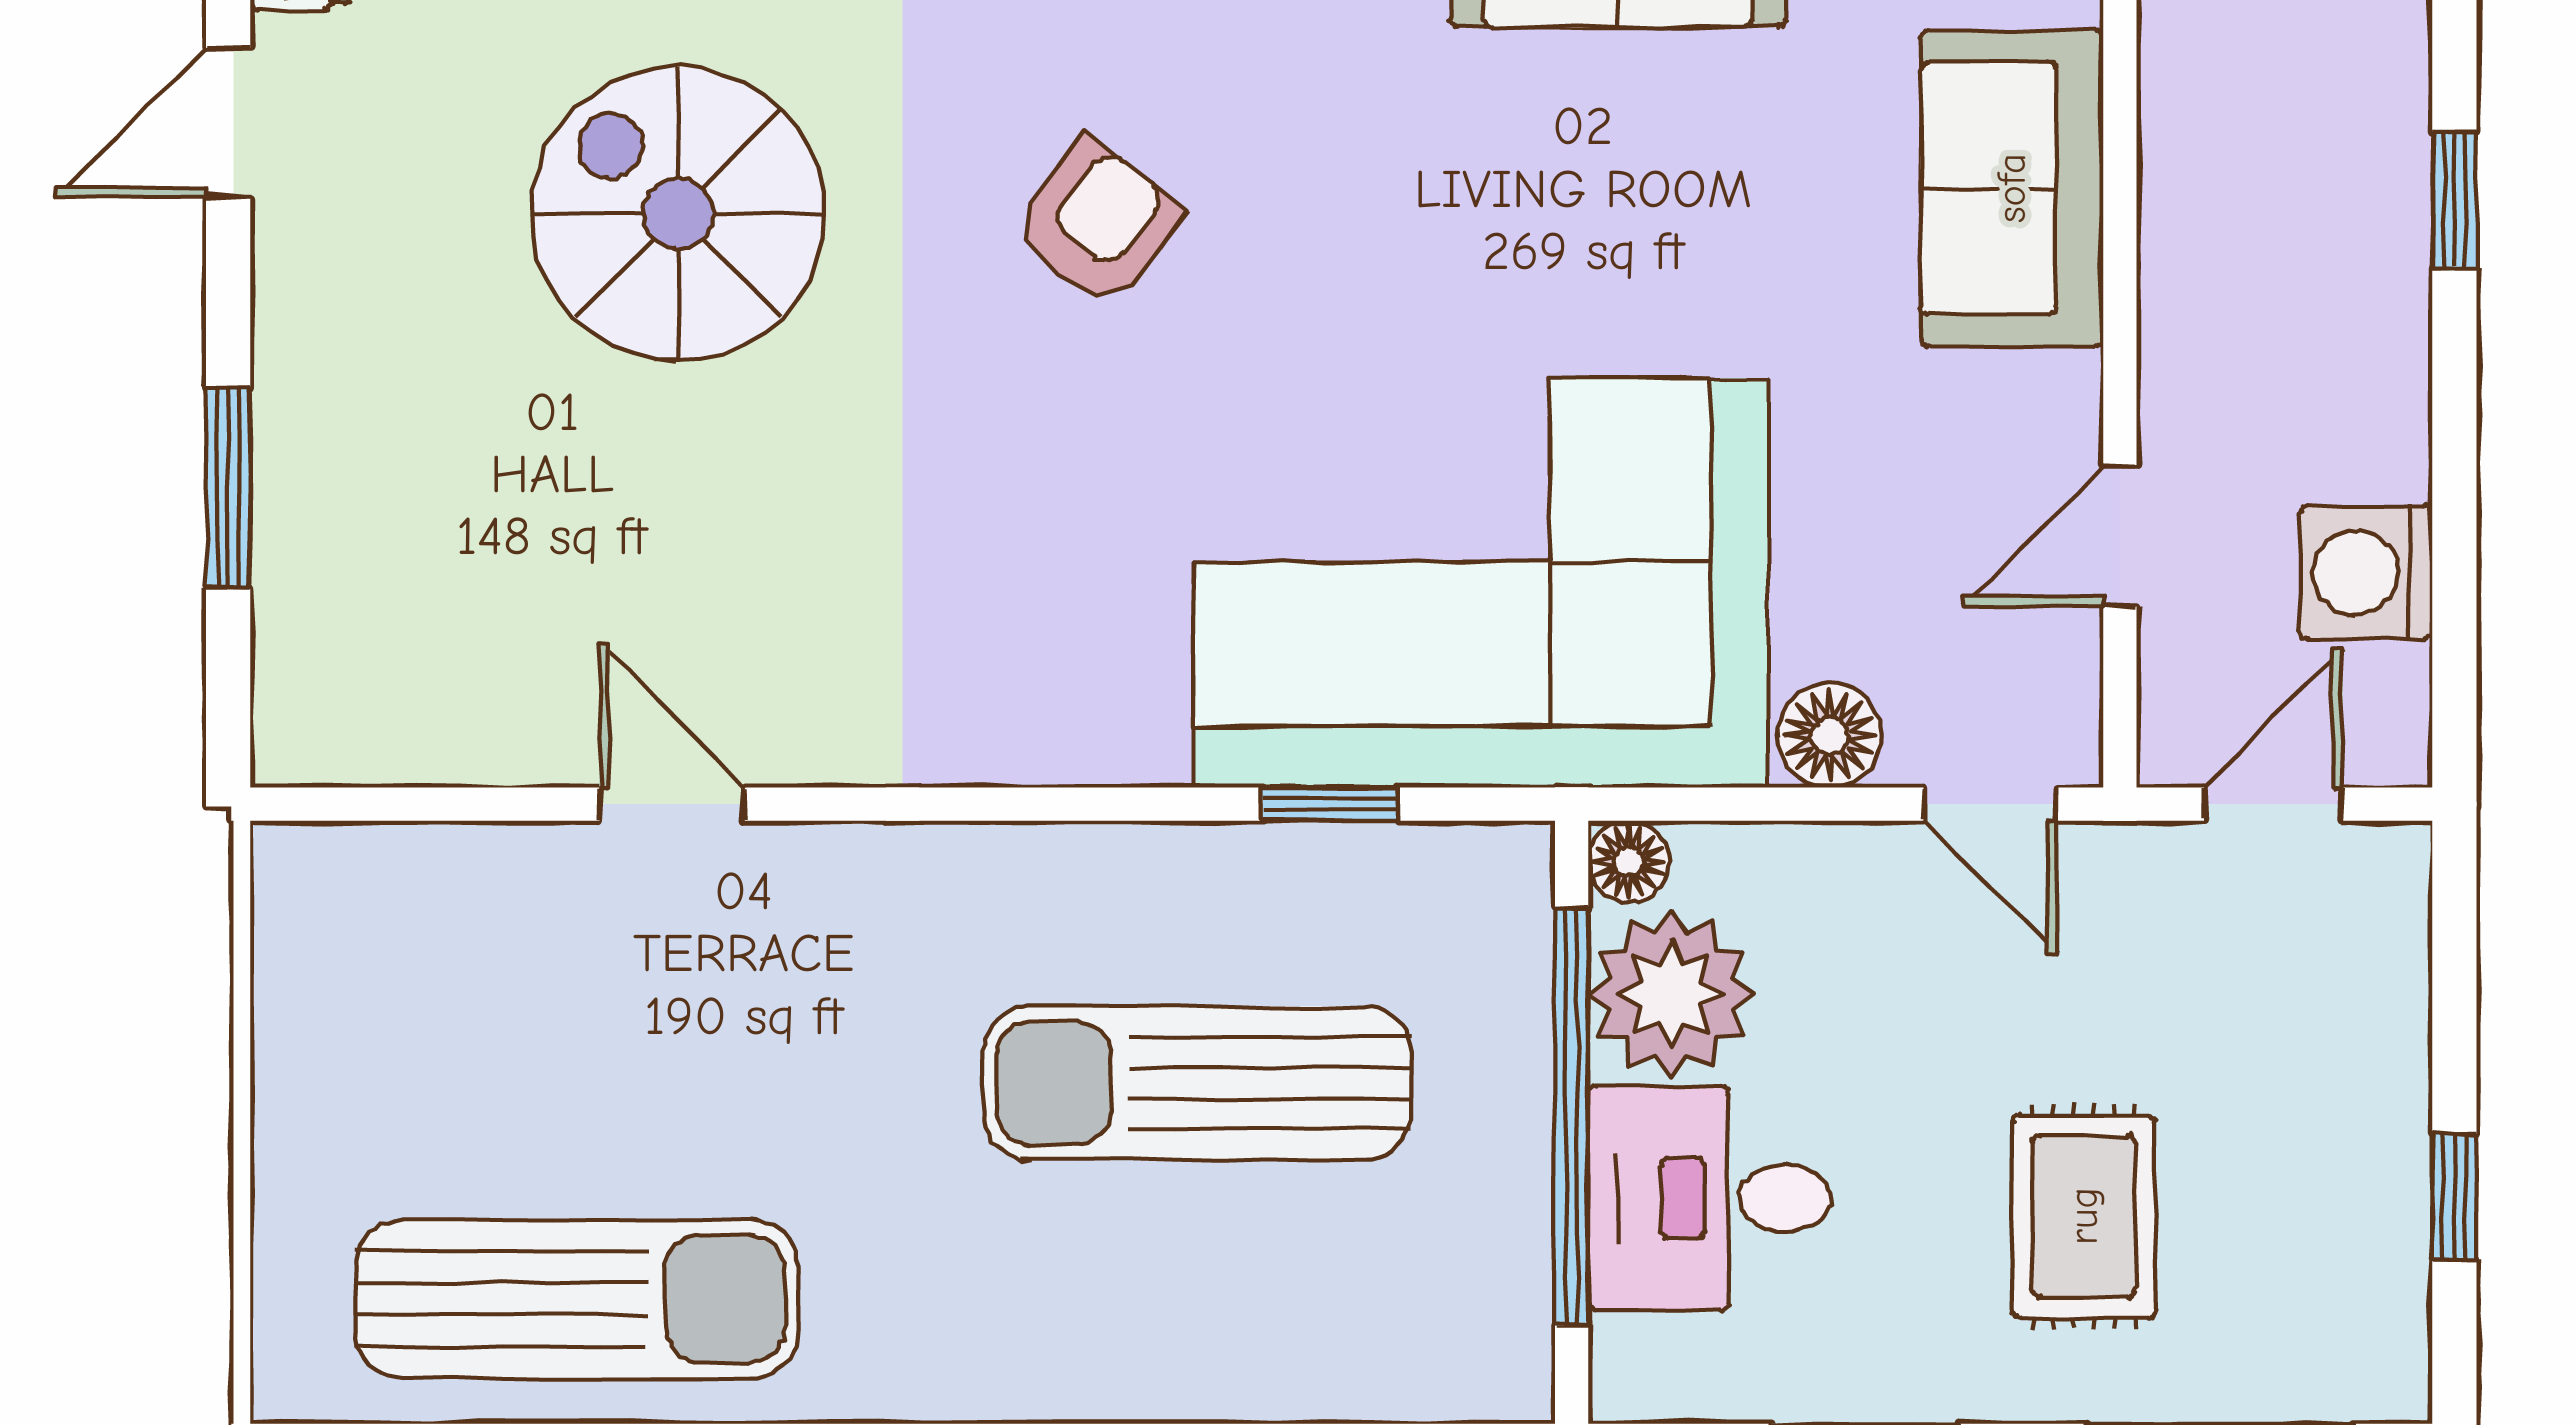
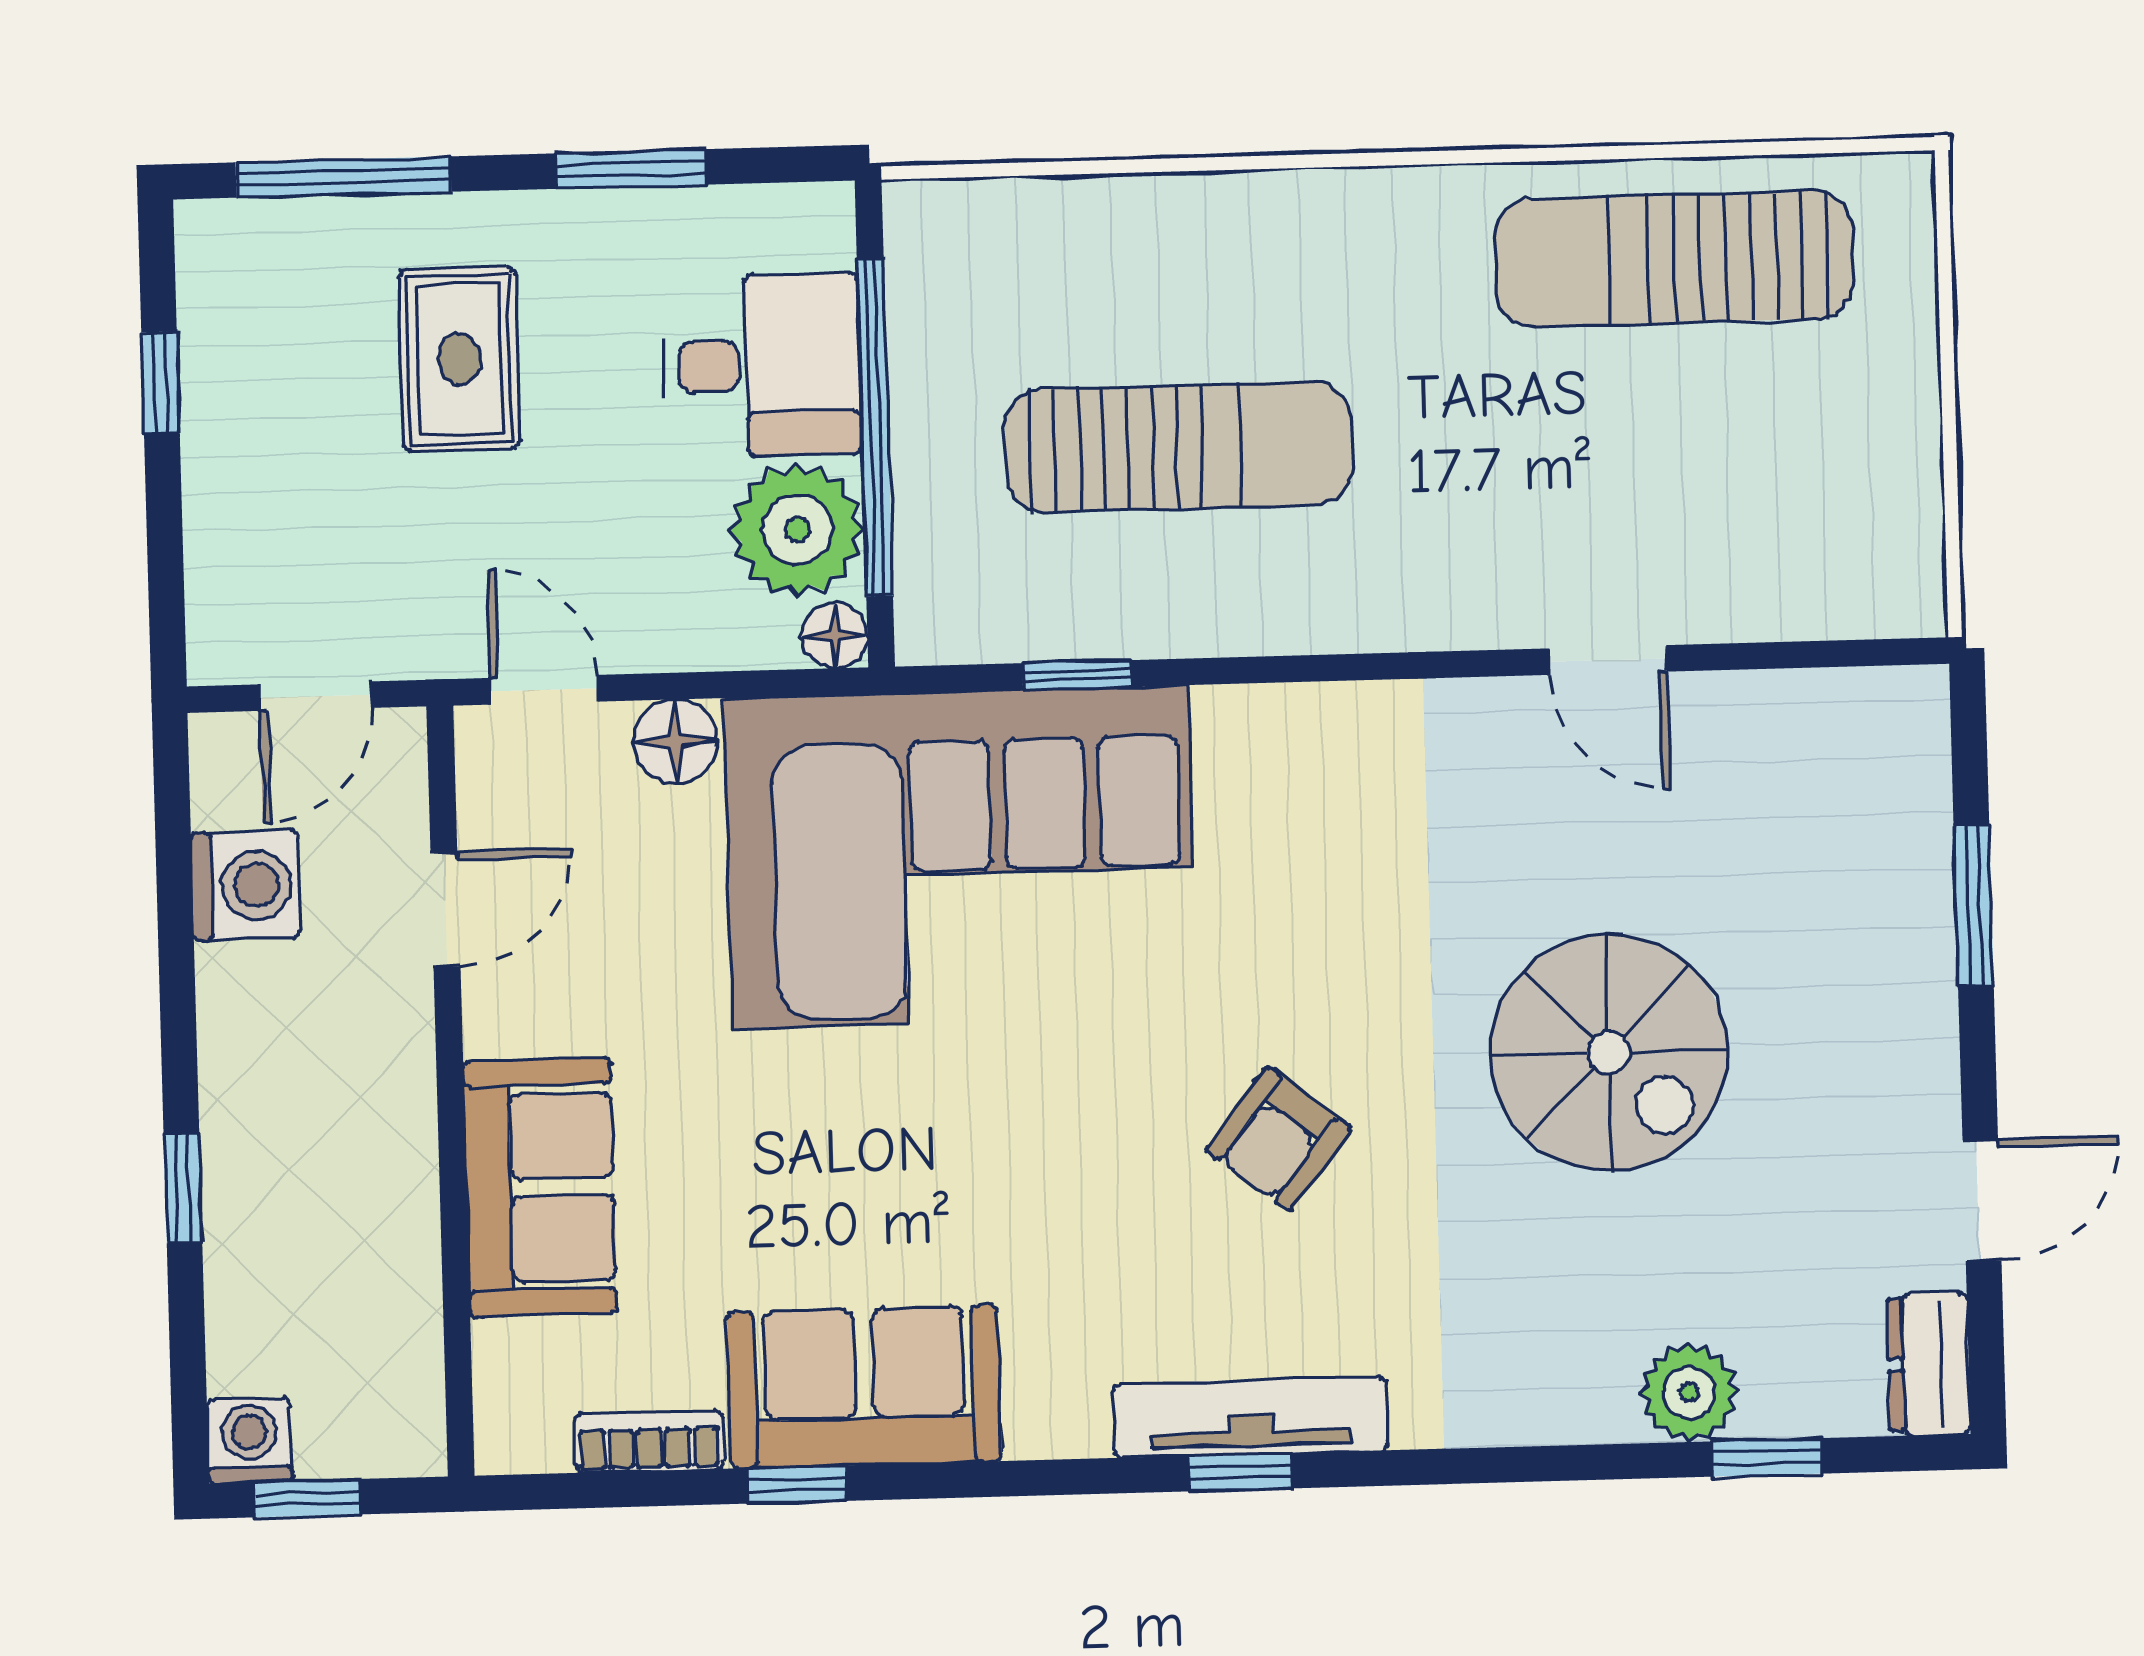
spiral stairs: (678, 214) -> (1609, 1052), moved

